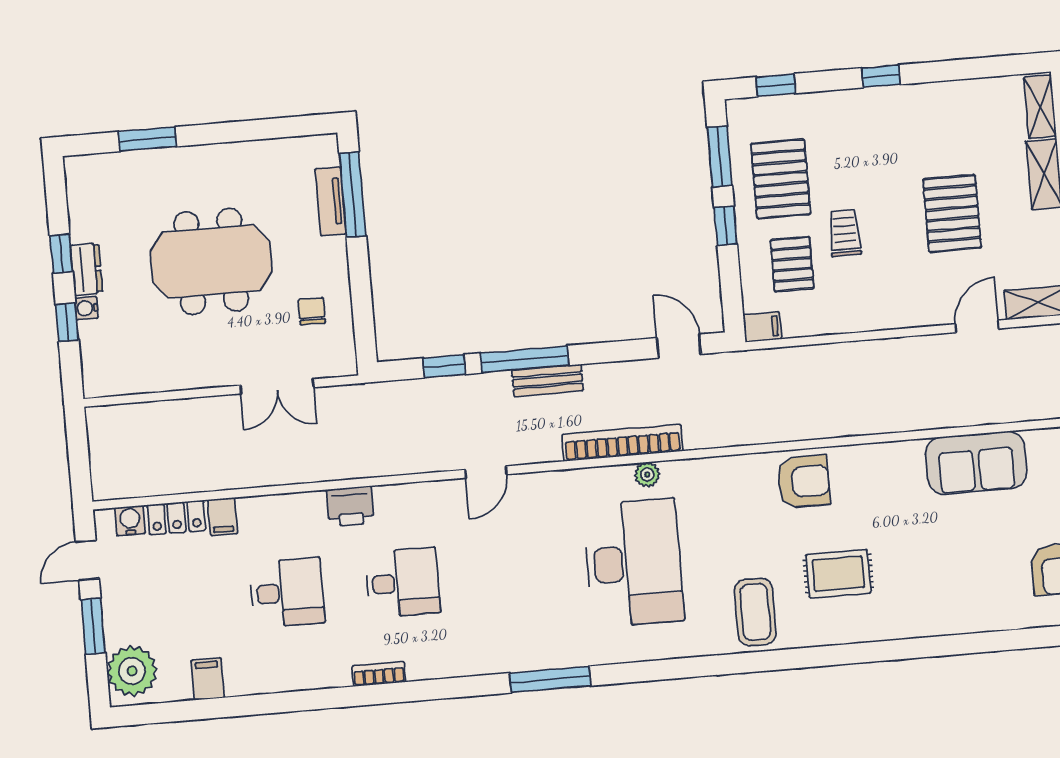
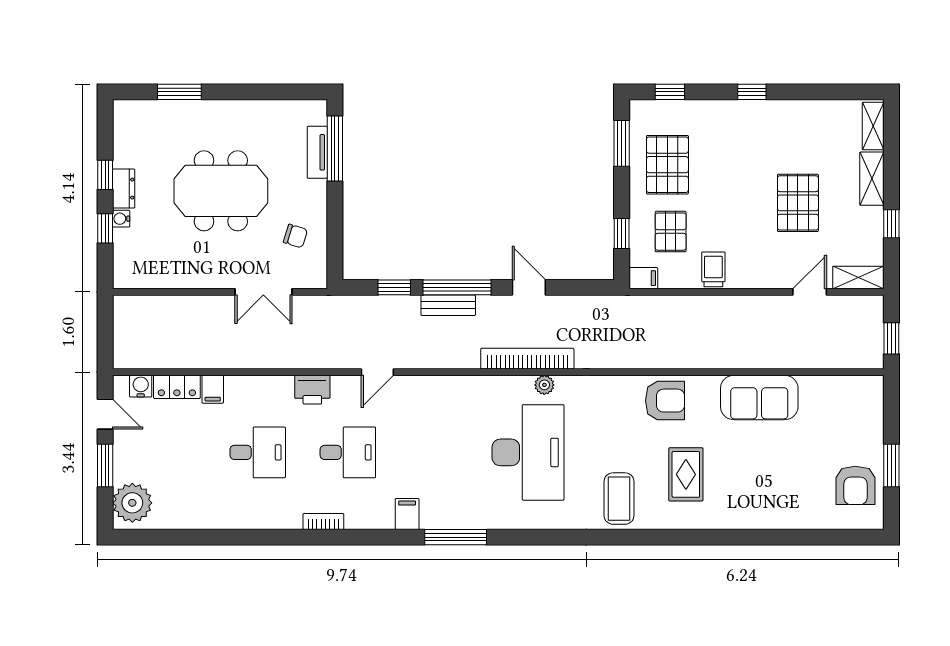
window: (726, 226) -> (622, 233), moved
trolley: (845, 233) -> (713, 269), moved
chair: (312, 311) -> (295, 236), turned 107
door: (679, 346) -> (529, 287), moved
bench: (548, 380) -> (448, 305), moved
sofa: (976, 463) -> (759, 398), moved
door: (486, 472) -> (377, 372), moved
door: (87, 560) -> (105, 414), swing flipped
rug: (838, 574) -> (686, 474), turned 90
filing cabinet: (208, 679) -> (407, 514), moved

